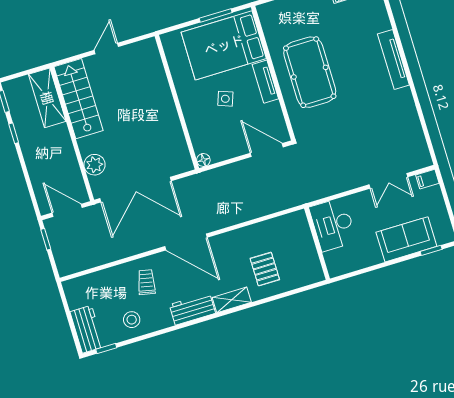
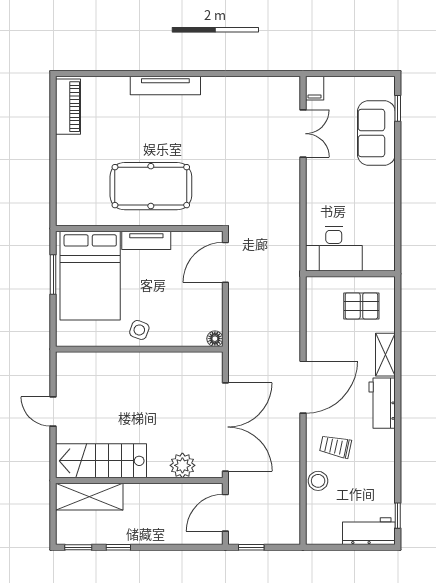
side table: (225, 99) -> (139, 330), moved
desk: (333, 224) -> (334, 249), moved
wall: (317, 244) -> (350, 274), moved
stool: (132, 320) -> (318, 481), moved

